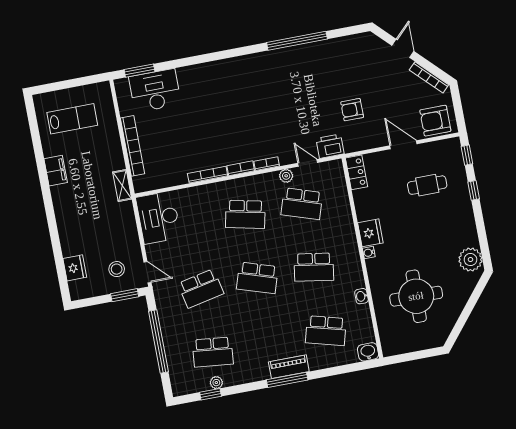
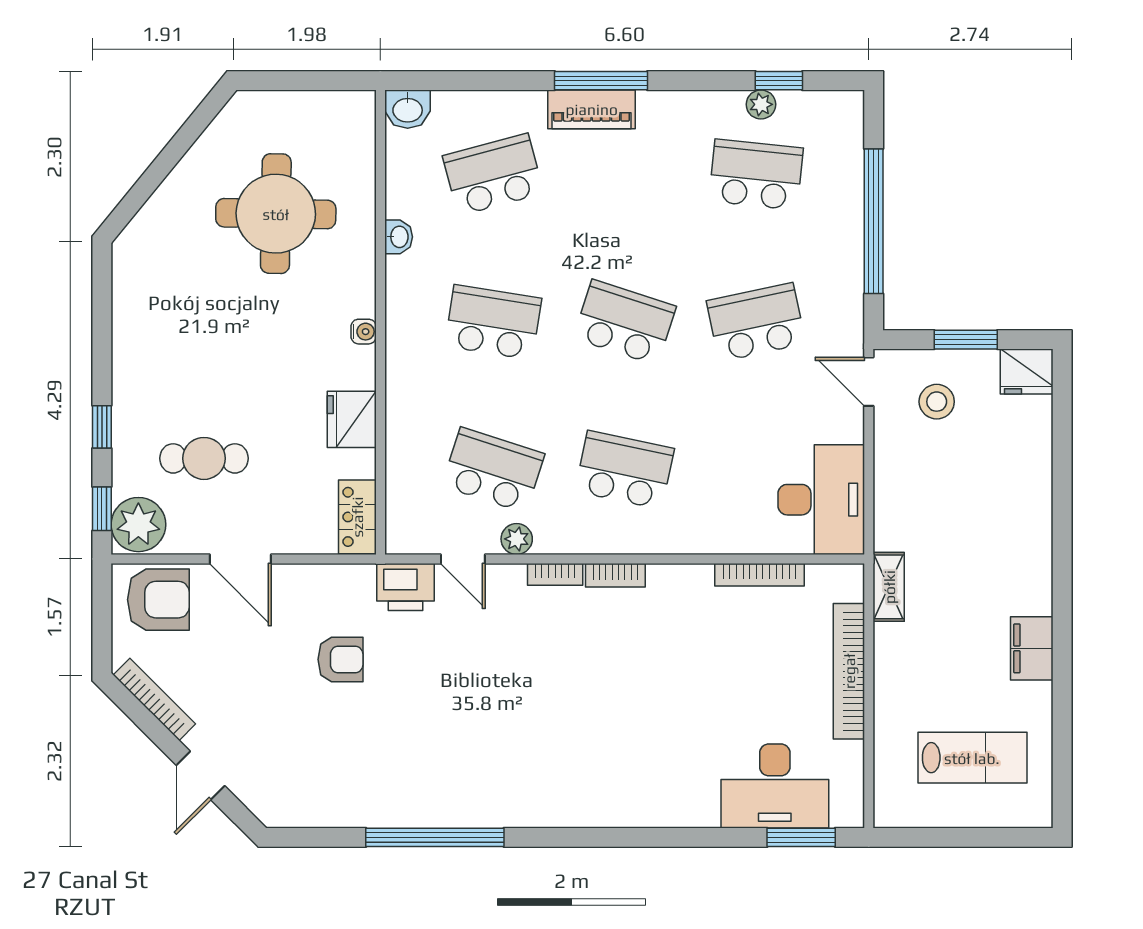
lab bench: (72, 119) -> (972, 758), turned 180
bookcase: (208, 175) -> (760, 575), moved
fridge: (370, 233) -> (352, 419), moved
plant: (470, 260) -> (138, 525), moved
fridge: (75, 268) -> (1027, 372), moved, turned -90
window: (125, 295) -> (966, 340), moved
school desk: (326, 331) -> (493, 175), turned -30

